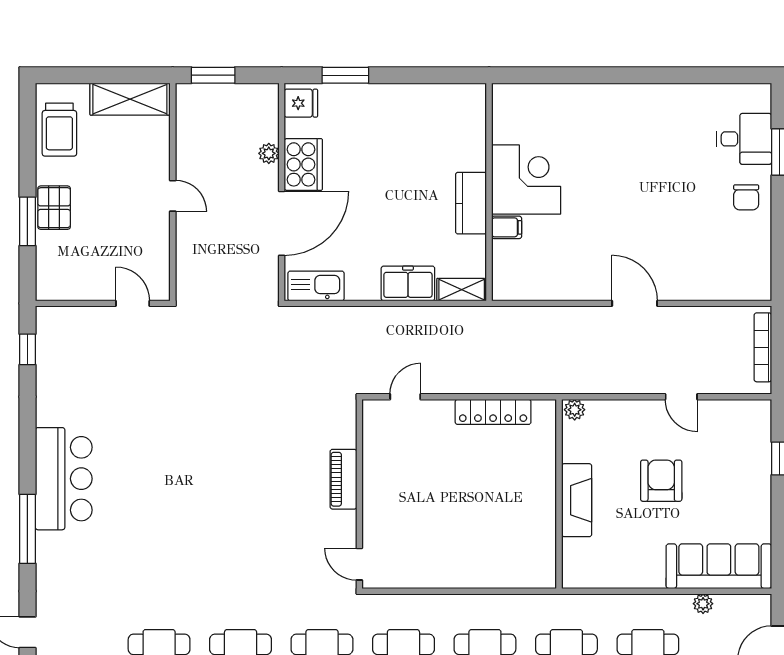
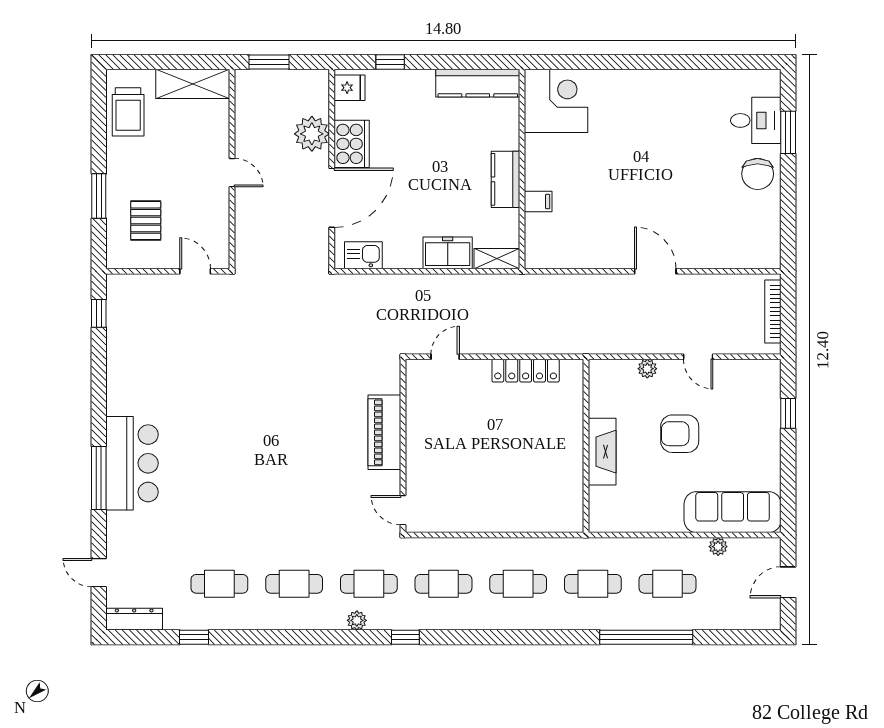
window: (345, 75) -> (390, 62), width x0.67
kitchen counter: (441, 98) -> (478, 83), added
plant: (269, 153) -> (312, 134), width x1.88, depth x1.88
corner desk: (526, 179) -> (556, 101), moved
chair: (746, 197) -> (758, 174), width x1.37, depth x1.37
pallet: (54, 208) -> (146, 221), moved
kitchen sink: (316, 286) -> (363, 255), width x0.73
plant: (575, 410) -> (647, 369), moved
bar counter: (64, 479) -> (132, 463), moved
piano: (343, 479) -> (384, 432), width x1.37, depth x1.33
armchair: (661, 481) -> (680, 434), turned -90

